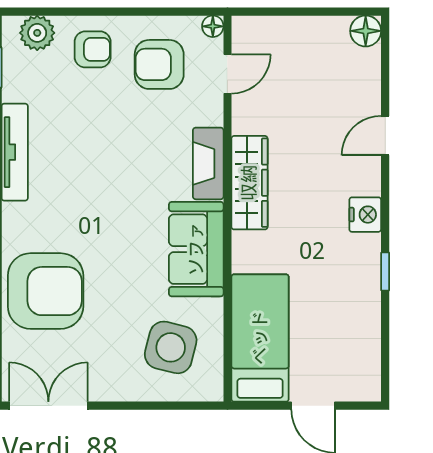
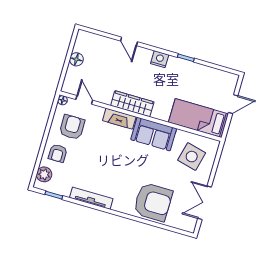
floor lamp: (366, 31) -> (76, 59), moved
armchair: (93, 49) -> (58, 153), turned 180
armchair: (159, 64) -> (72, 127), turned 180
armchair: (46, 291) -> (153, 202), turned 90
double door: (48, 406) -> (205, 203), moved

